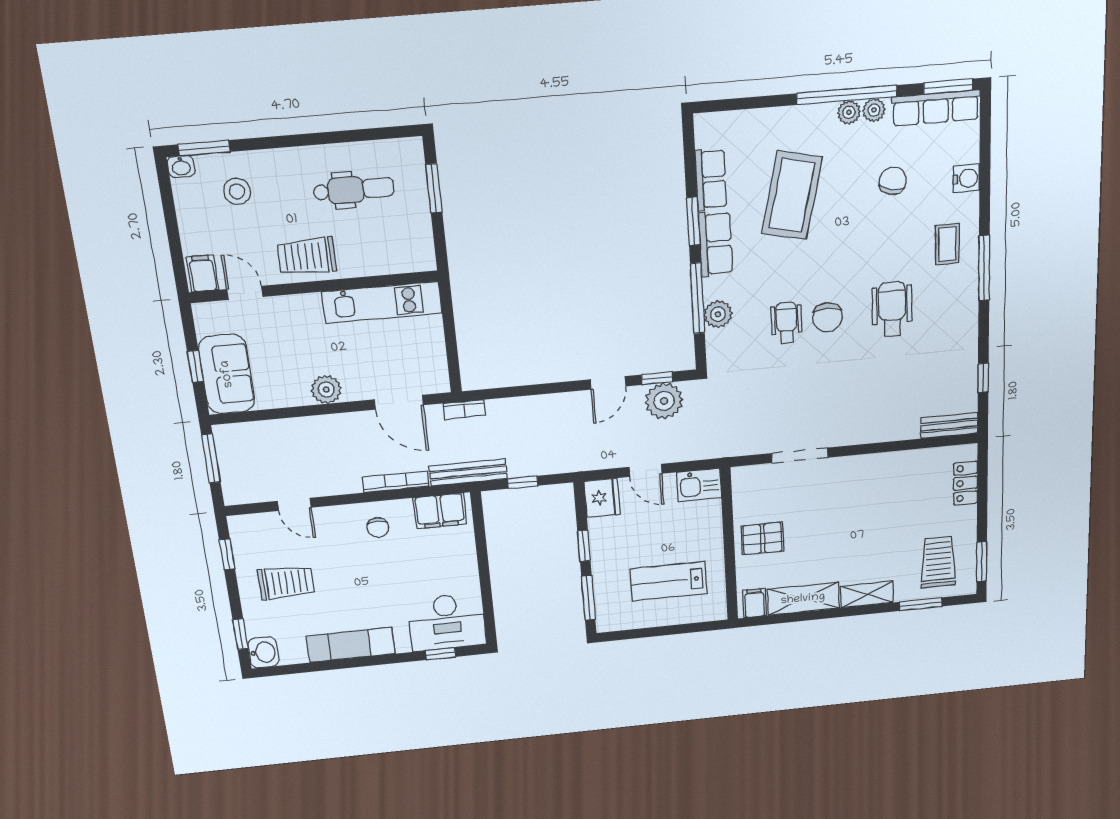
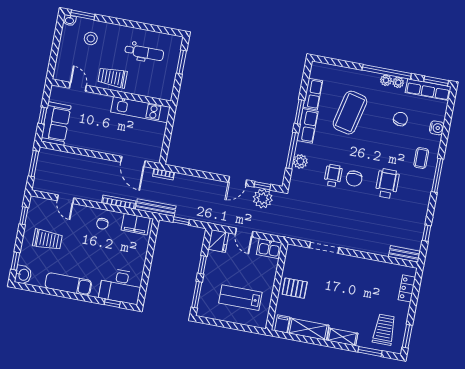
filing cabinet: (203, 273) -> (62, 72), removed
plant: (326, 389) -> (100, 145), removed

